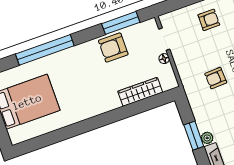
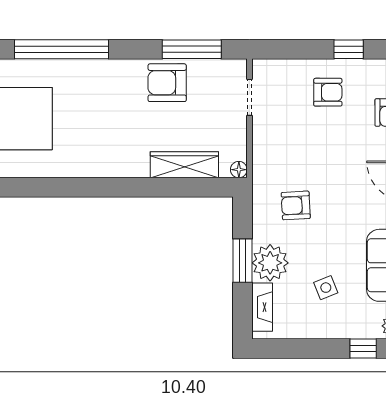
floor lamp: (164, 59) -> (239, 170), moved
armchair: (216, 78) -> (296, 205), moved
plant: (207, 138) -> (270, 263), width x1.88, depth x1.88

